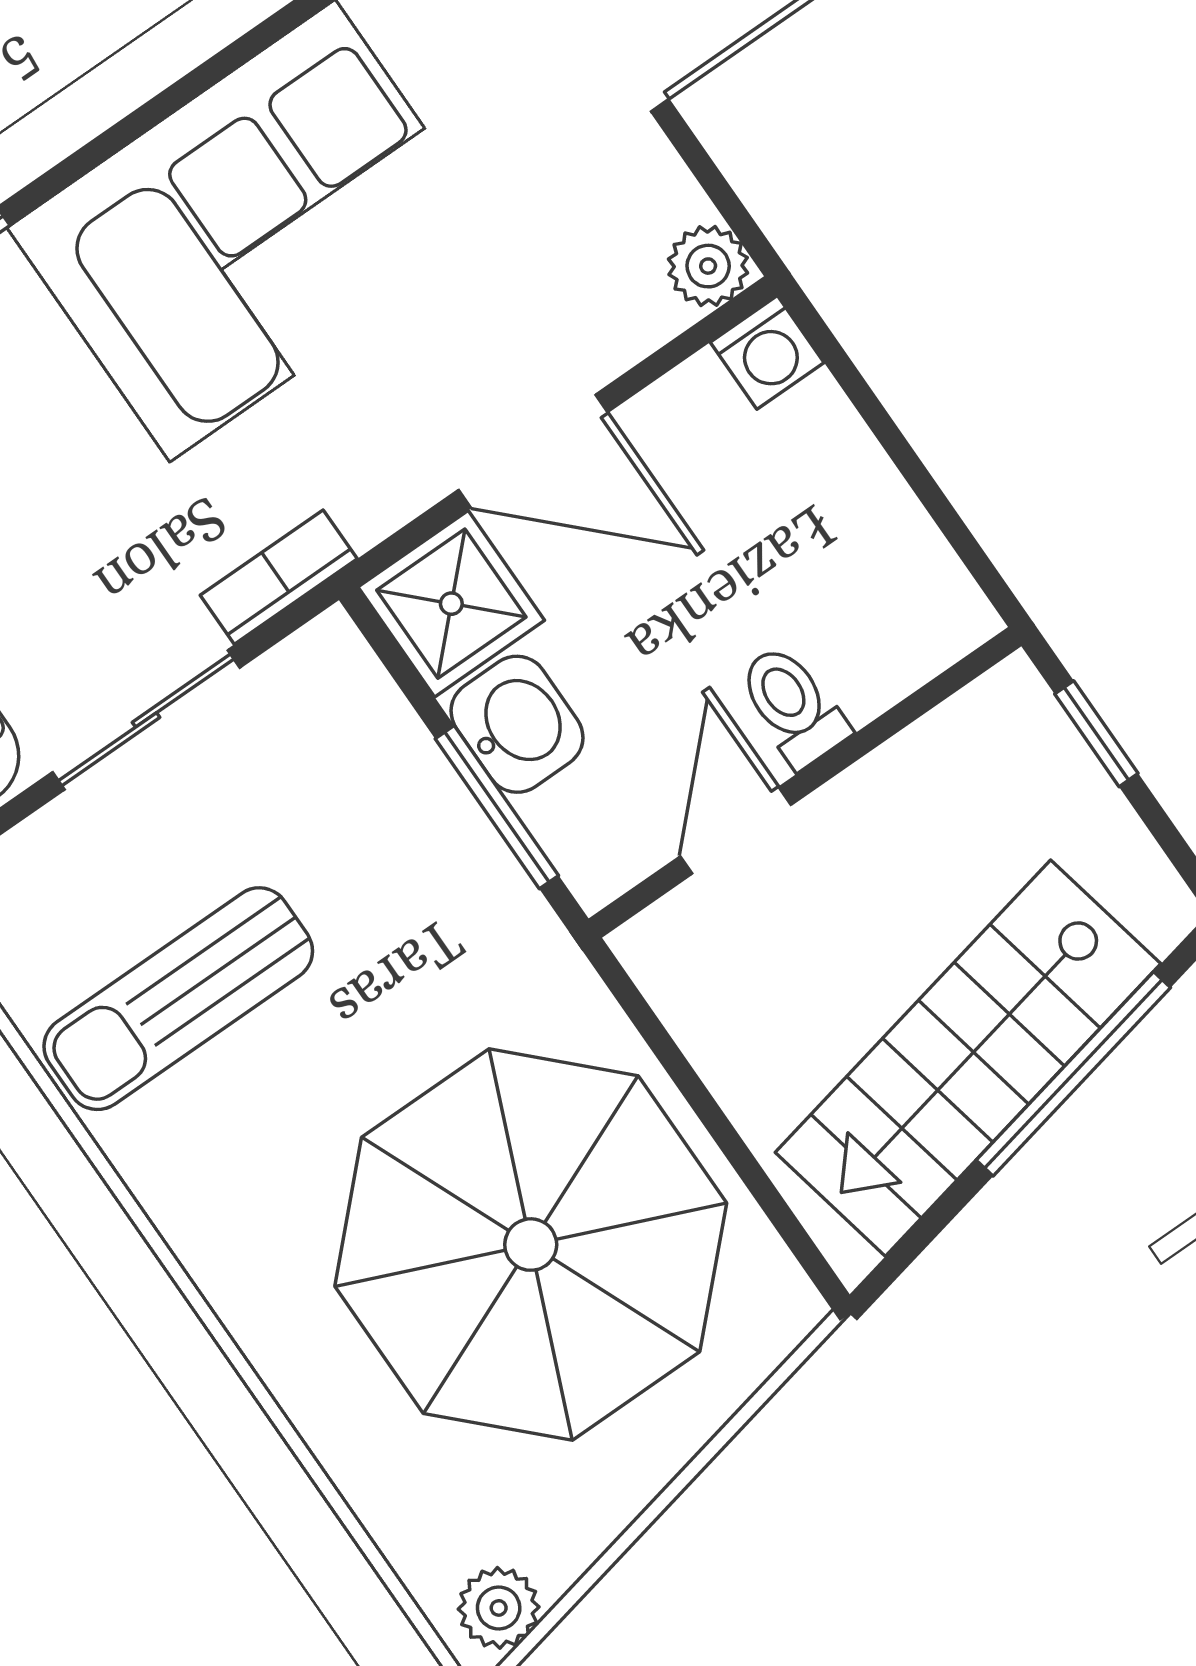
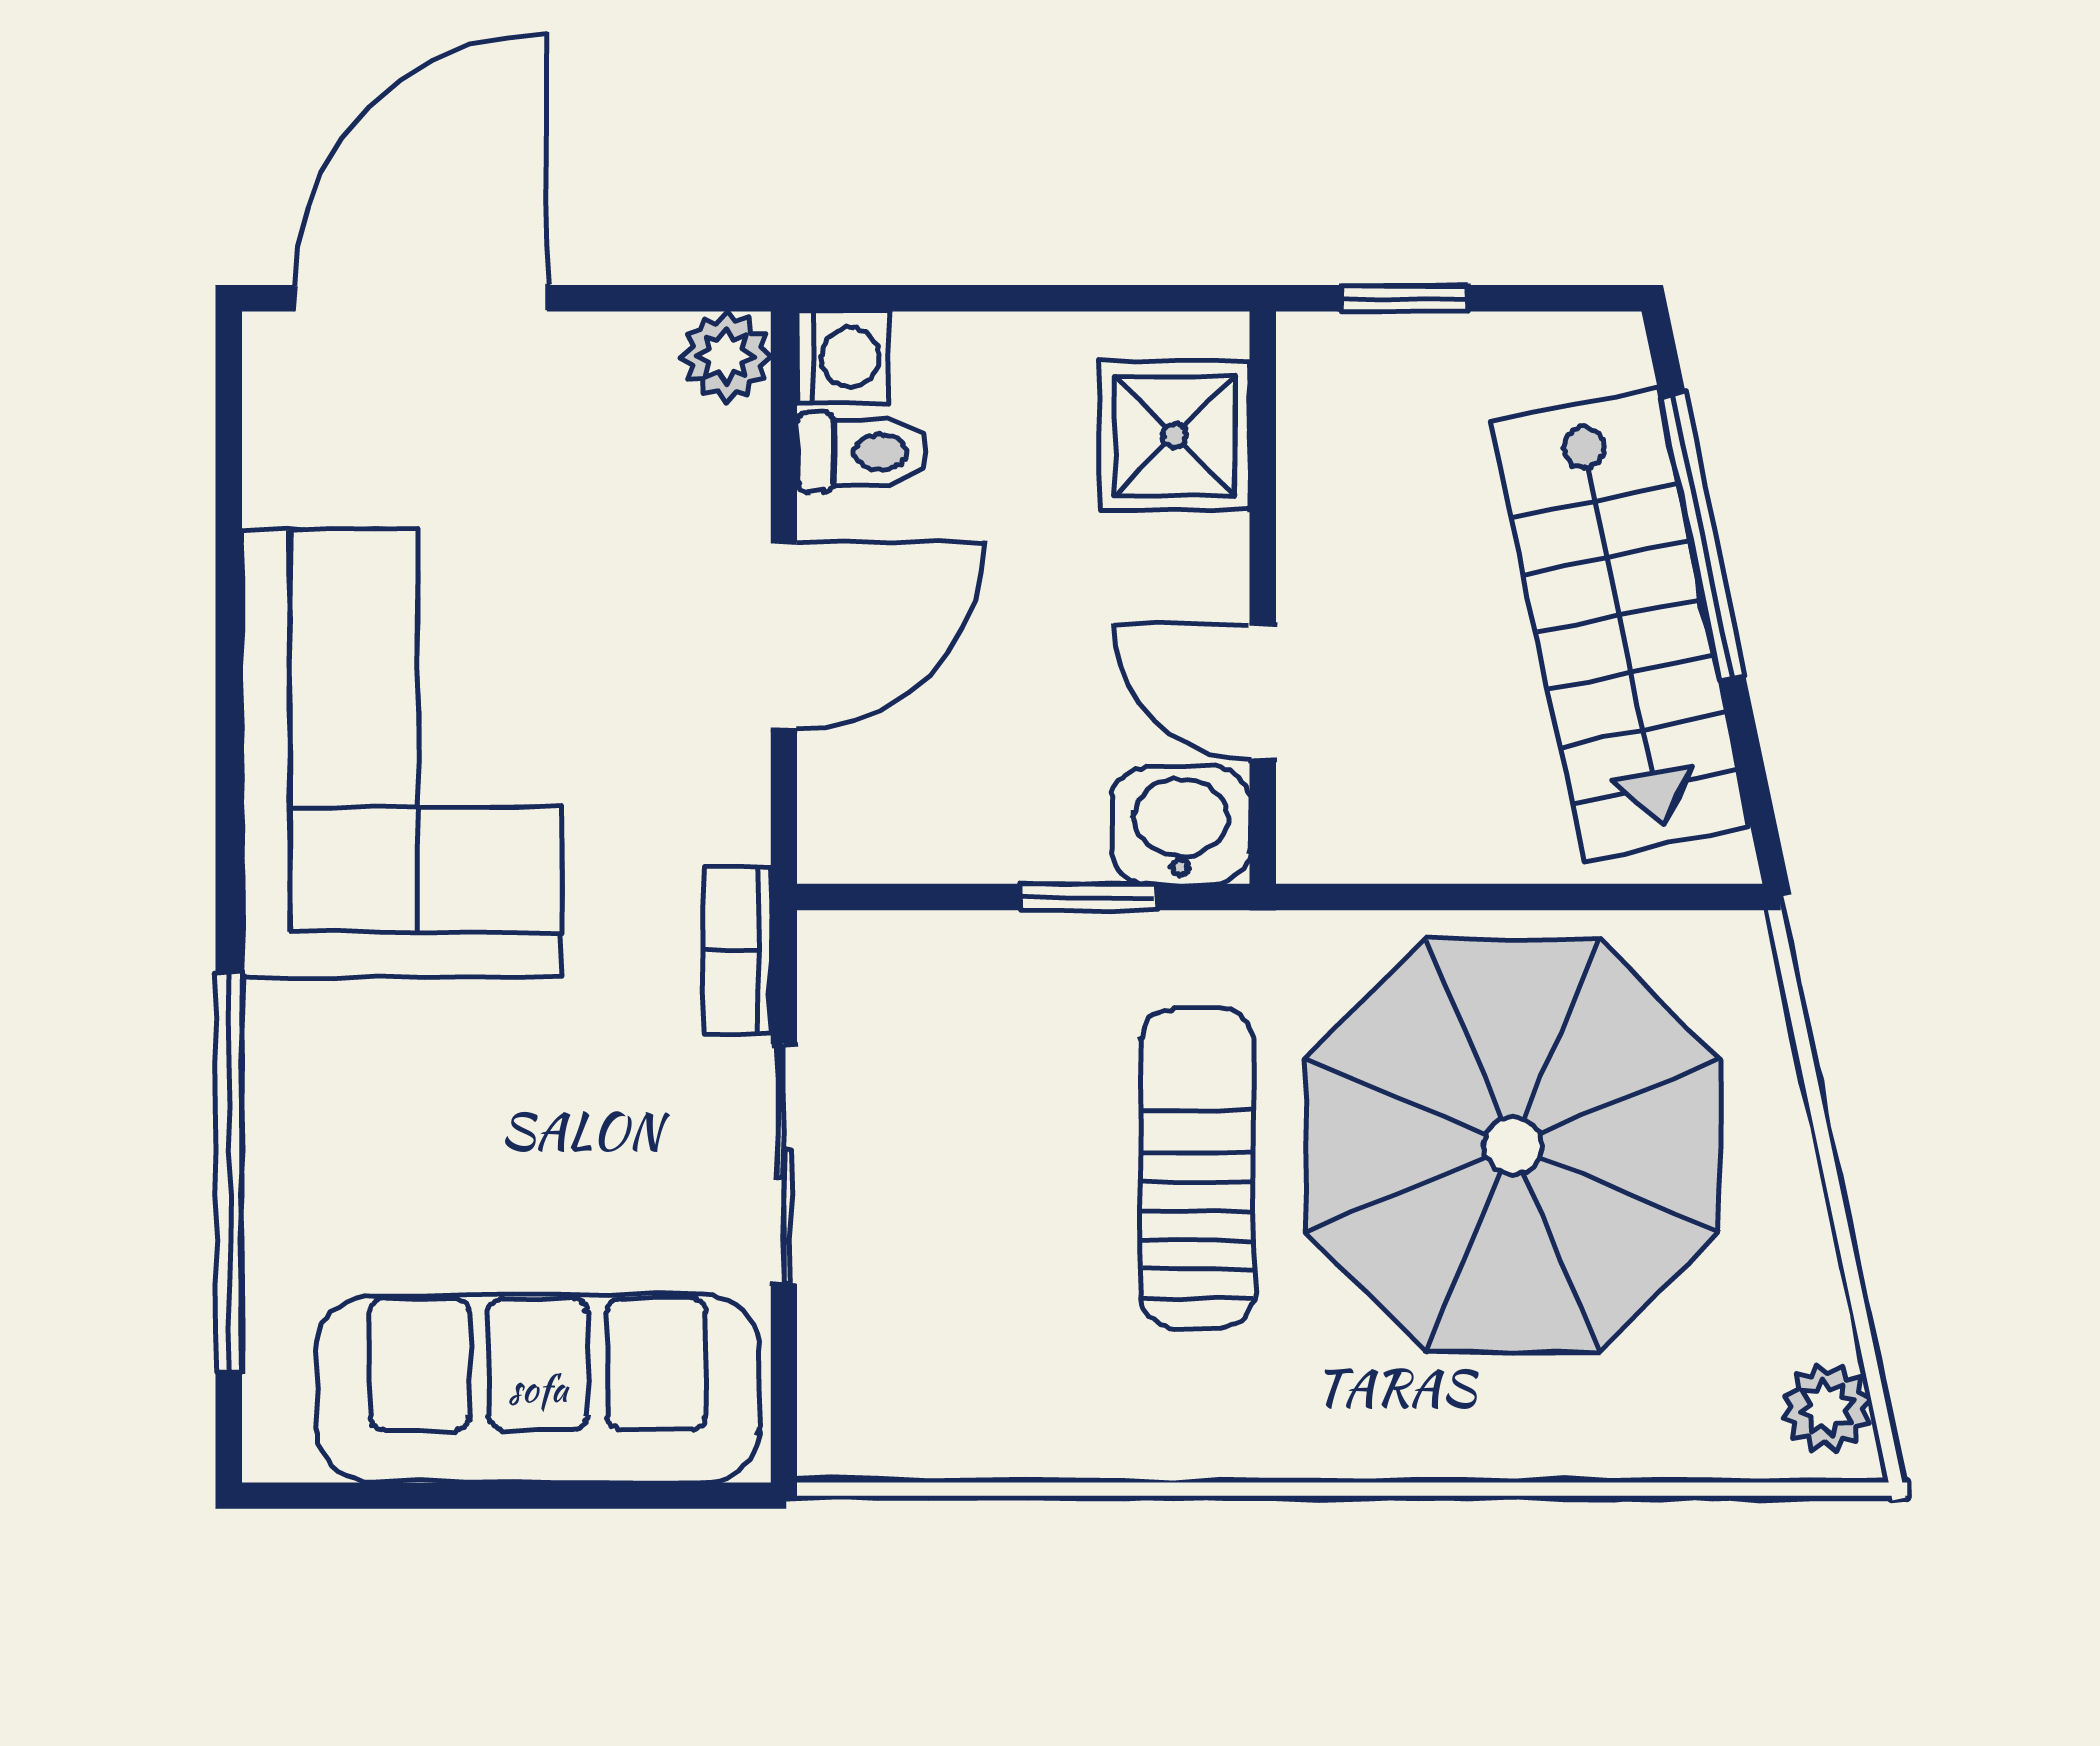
shower: (451, 604) -> (1175, 436), moved
toilet: (793, 706) -> (862, 452), moved, turned 180
washbasin: (517, 724) -> (1181, 825), moved
window: (497, 807) -> (1088, 897), width x0.67
sun lounger: (178, 999) -> (1197, 1168), moved, turned 180

